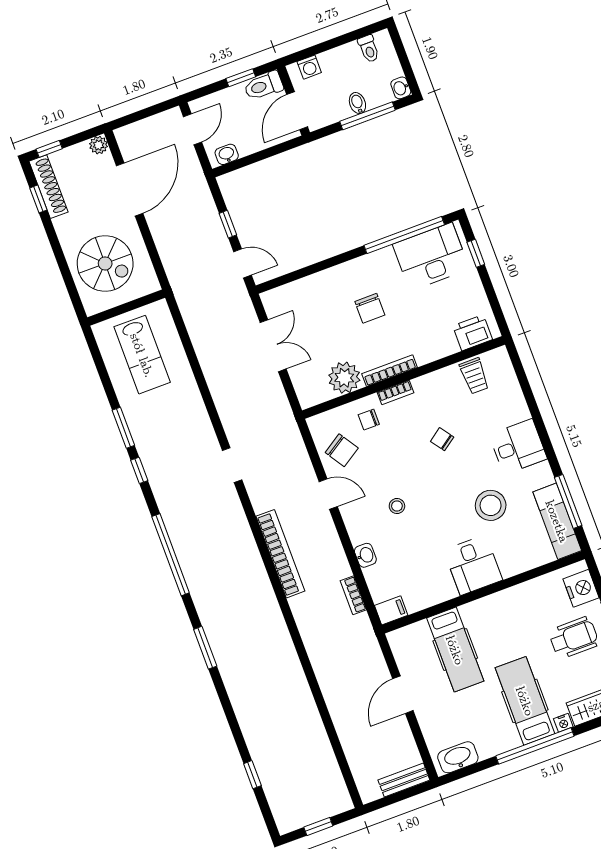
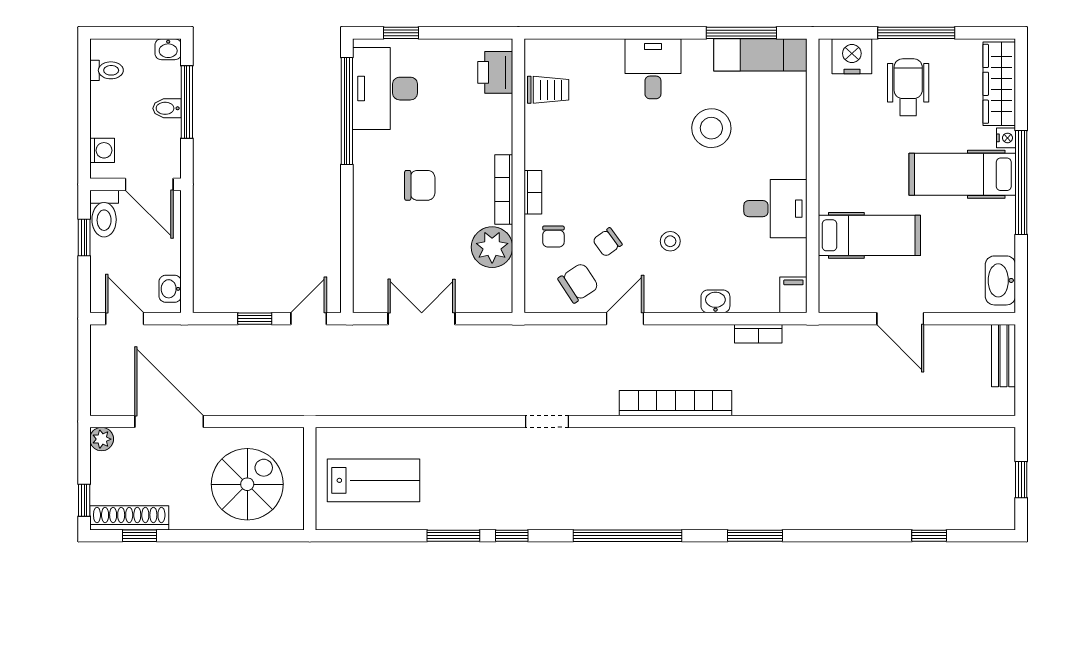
chair: (442, 439) -> (607, 242), moved
desk: (473, 565) -> (775, 209), moved

